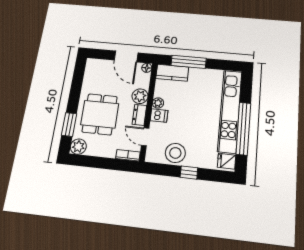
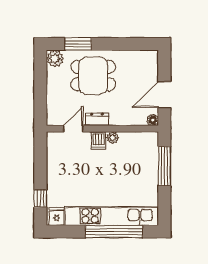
kitchen counter: (172, 73) -> (150, 149), removed
plant: (140, 96) -> (118, 117), removed
window: (243, 128) -> (114, 232), moved
stool: (175, 153) -> (59, 163), removed
bookcase: (128, 155) -> (51, 113), removed
window: (189, 173) -> (40, 198), moved

